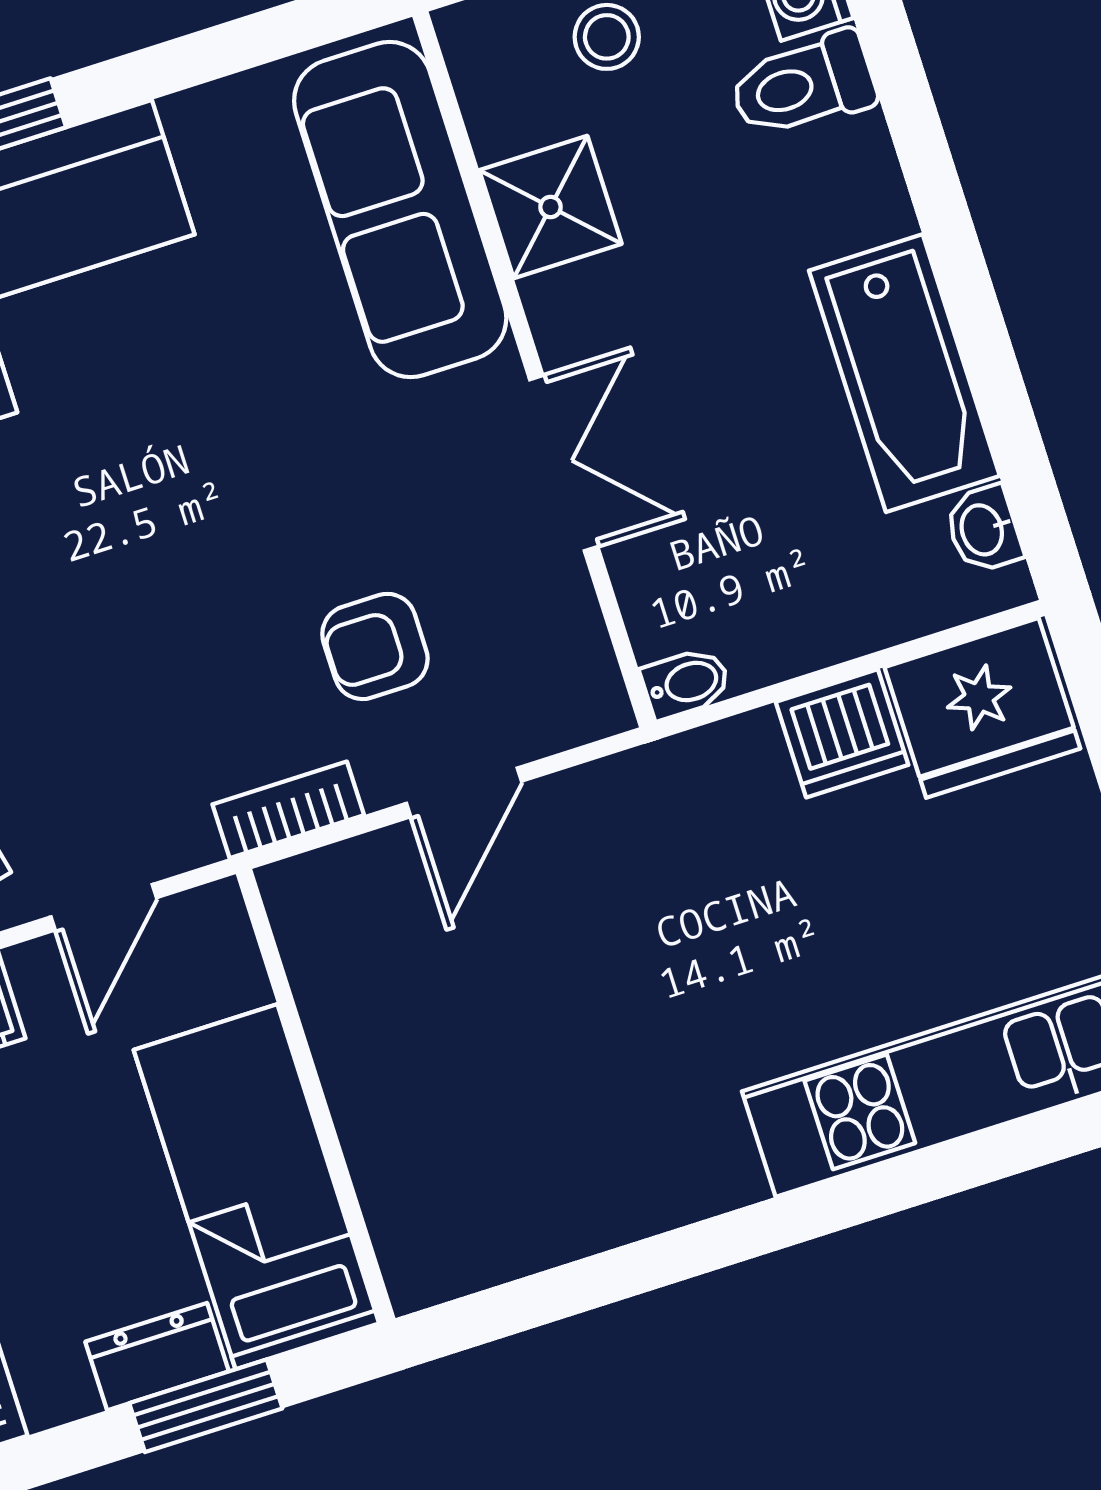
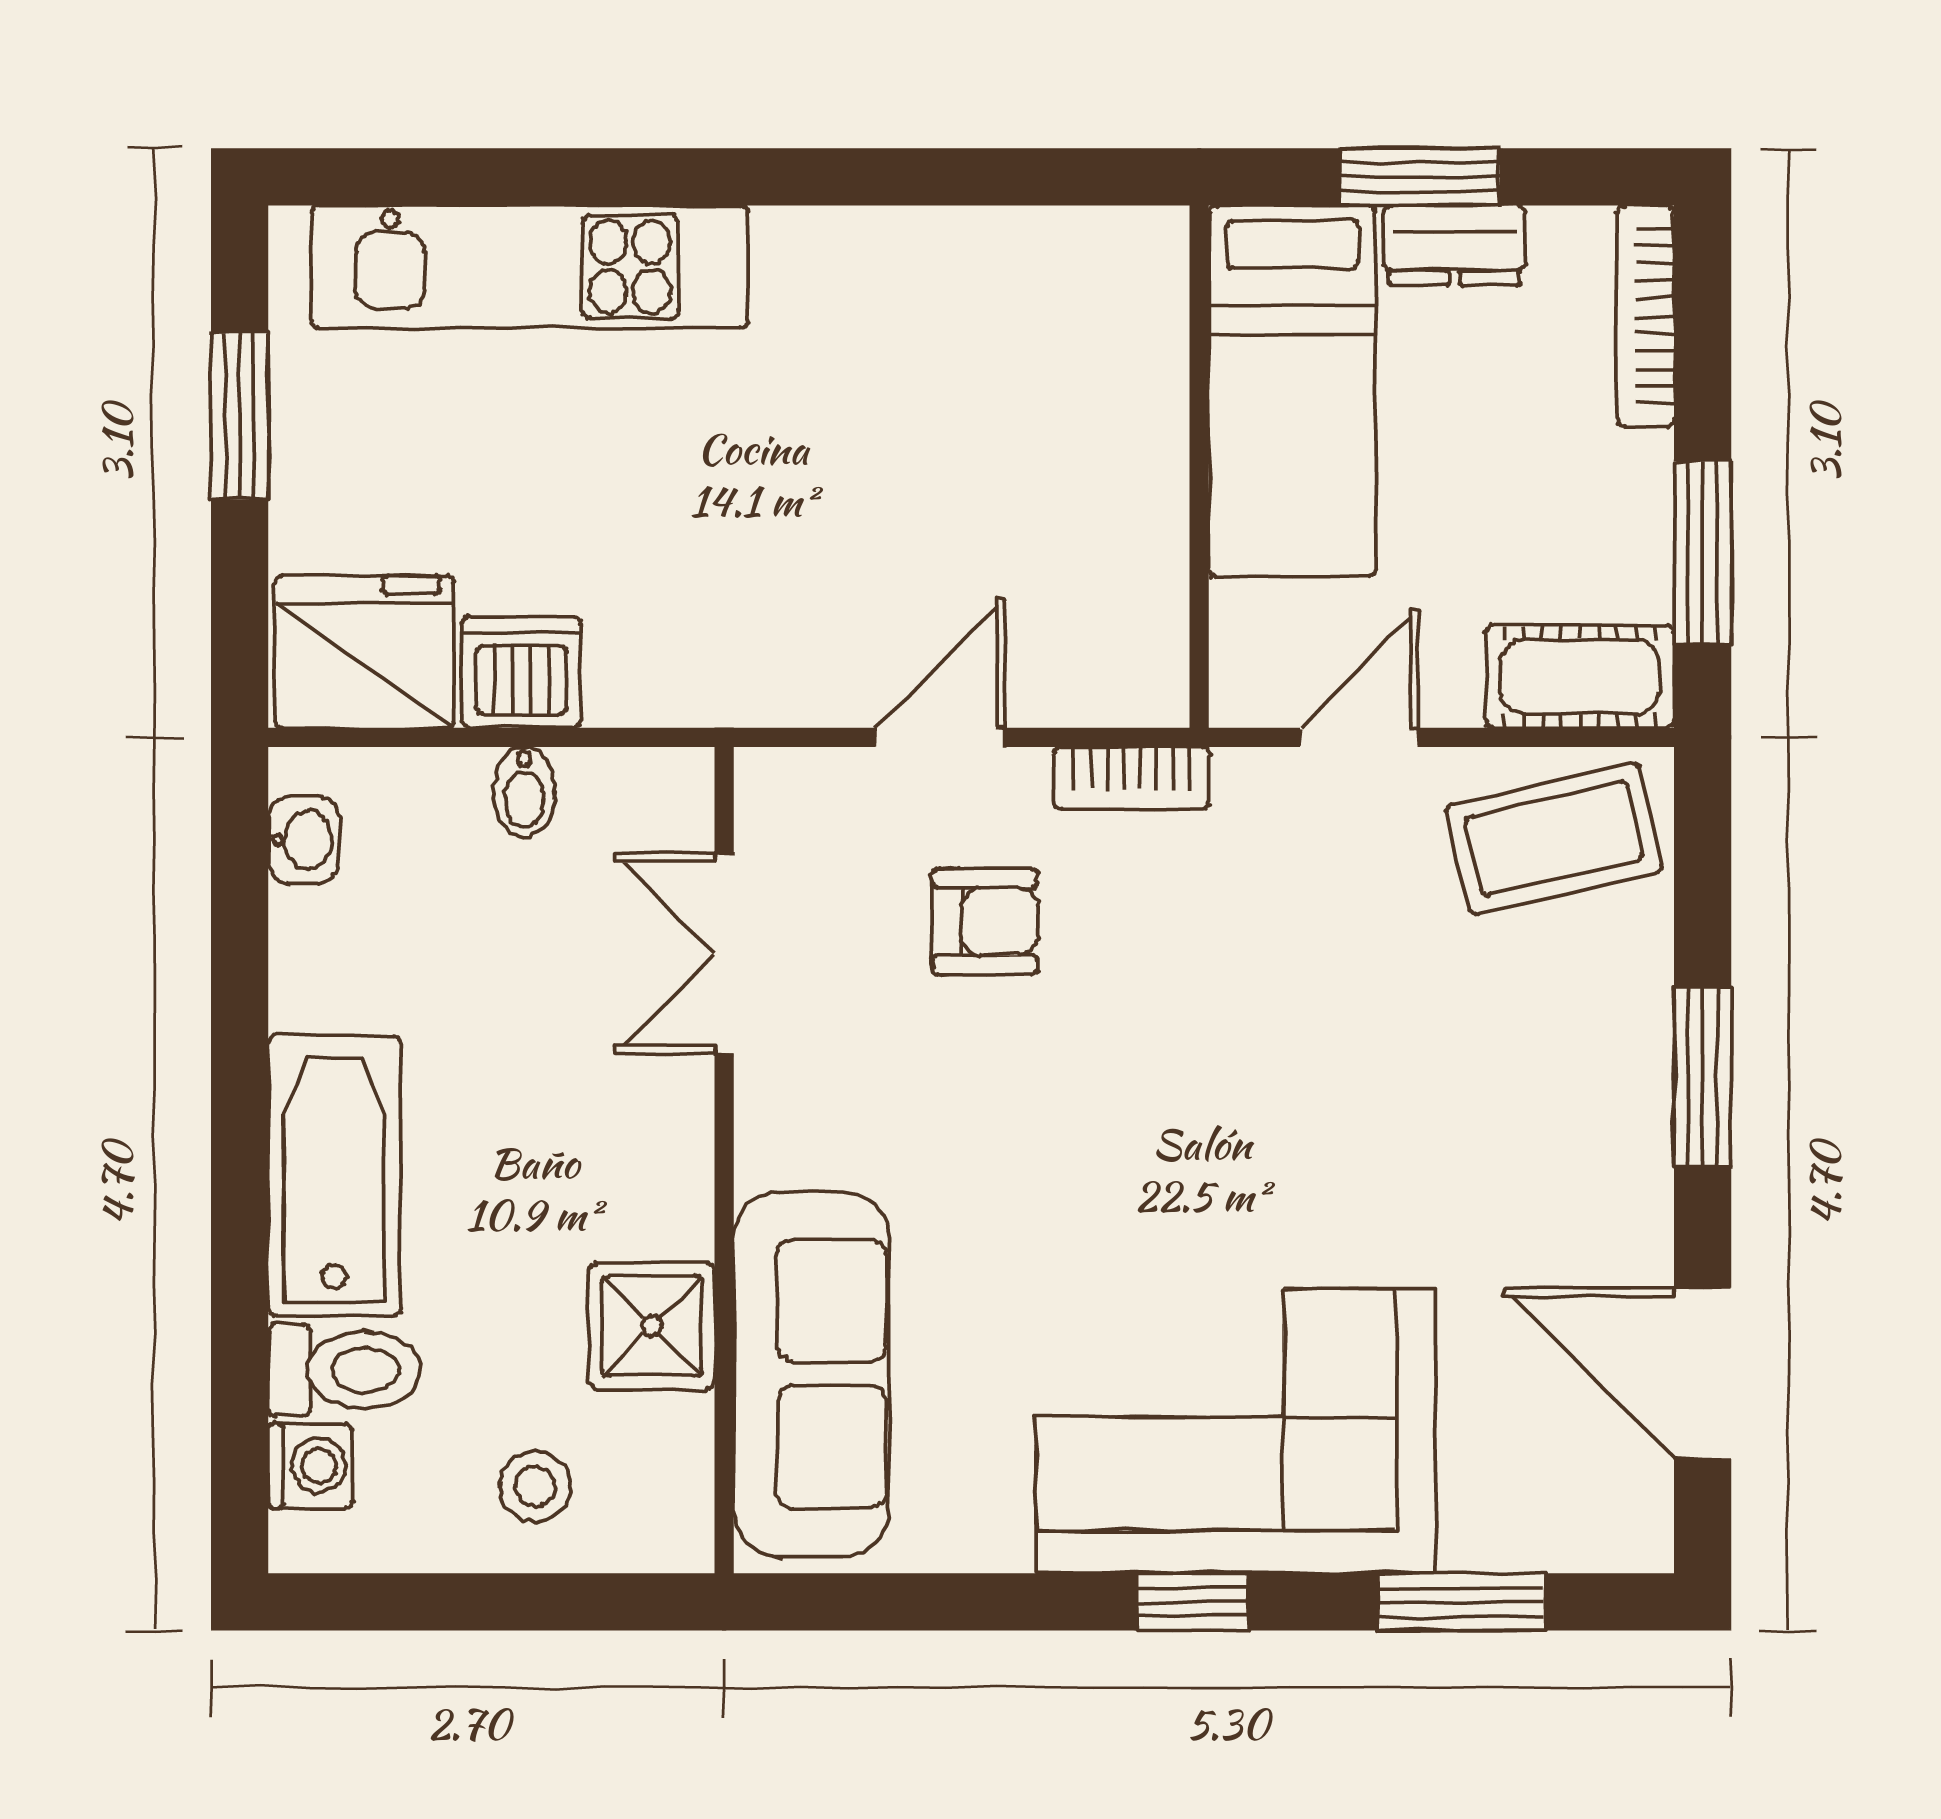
bathtub: (904, 373) -> (334, 1176), moved
double door: (564, 463) -> (724, 954), moved
bidet: (686, 683) -> (524, 792), moved, turned -90

